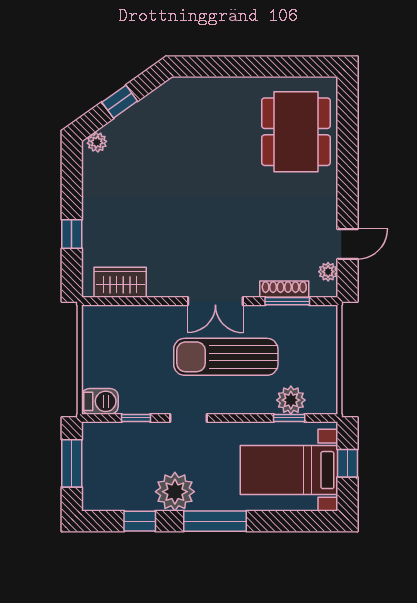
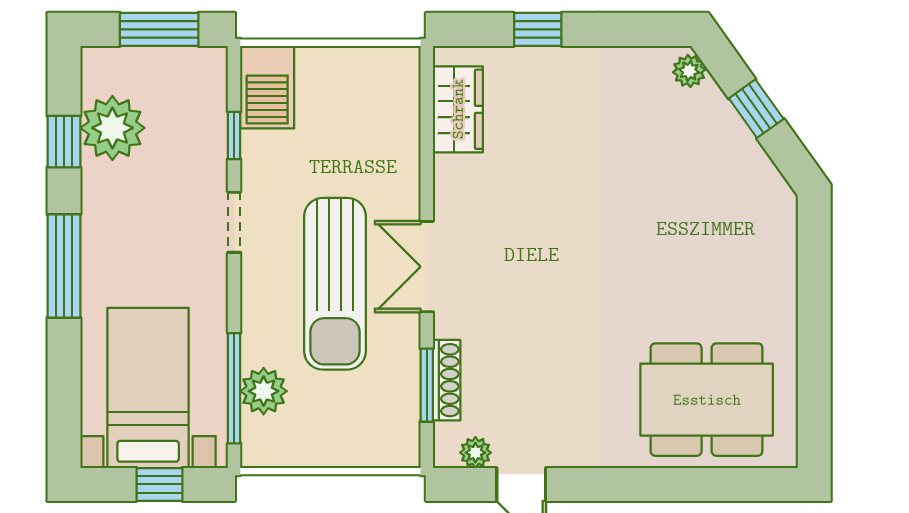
sun lounger: (226, 357) -> (335, 284), turned 180
barbecue: (100, 401) -> (267, 87), width x1.38, depth x1.27
window: (289, 418) -> (234, 388), width x2.17
plant: (175, 492) -> (112, 128), moved

